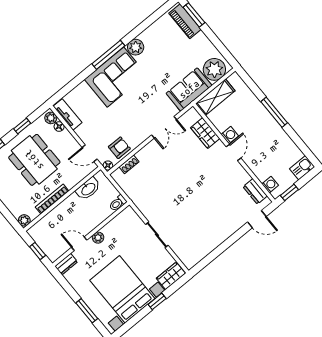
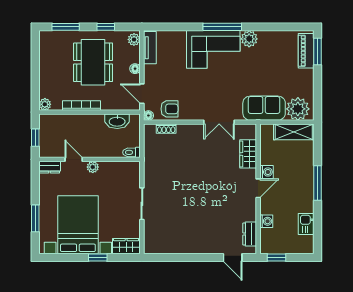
shelving: (215, 97) -> (294, 132), moved
floor lamp: (59, 127) -> (135, 69), moved
kitchen sink: (302, 168) -> (306, 224), moved, turned -90
washing machine: (270, 185) -> (266, 221), moved

